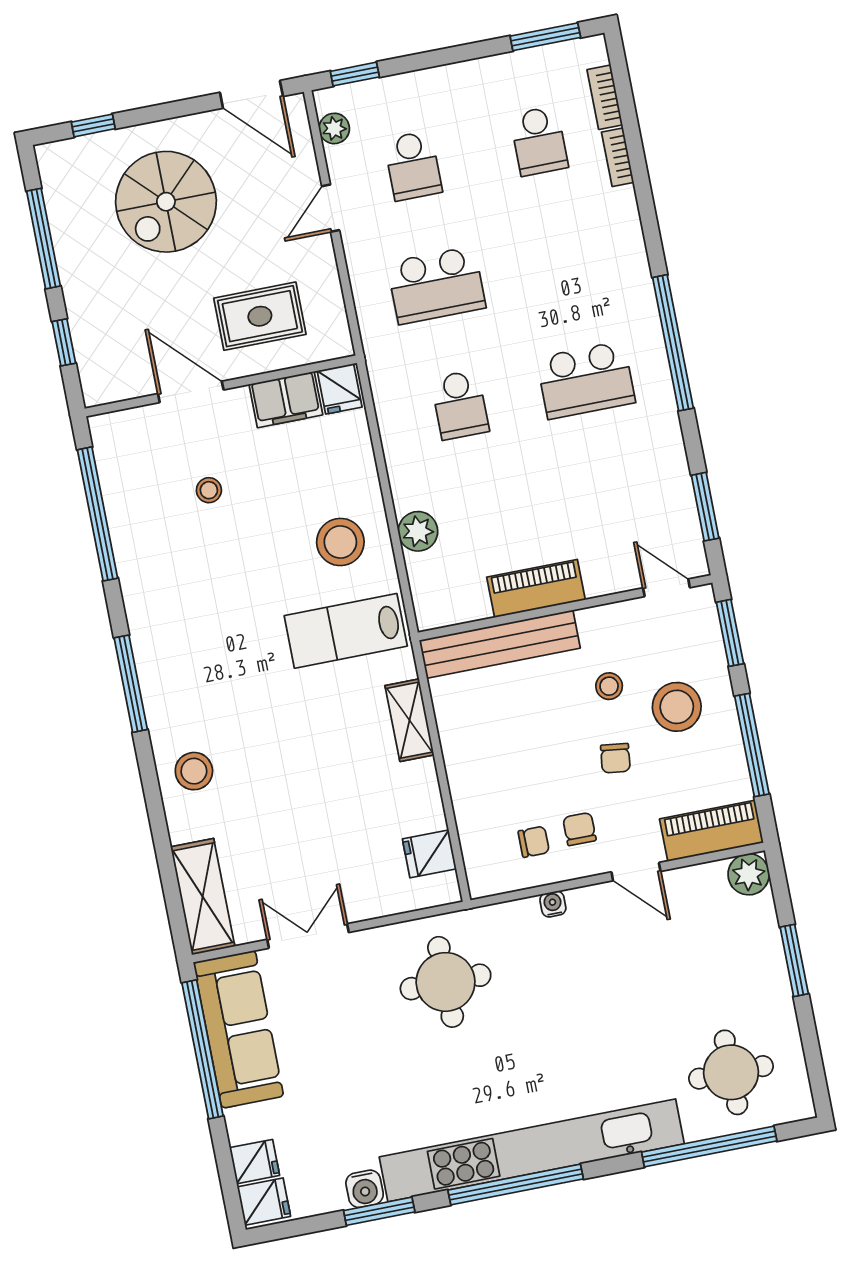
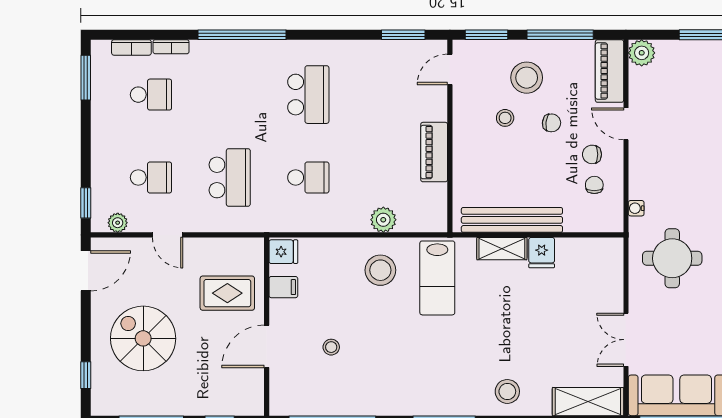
spiral stairs: (166, 202) -> (143, 338), turned 180
rug: (260, 316) -> (227, 293), turned 90
window: (673, 343) -> (242, 35), moved
filing cabinet: (286, 400) -> (283, 287), width x0.50
bench: (500, 644) -> (512, 220), moved, turned 90
fridge: (429, 854) -> (542, 253), moved
door: (636, 872) -> (626, 124), swing flipped
water cooler: (553, 904) -> (636, 208), moved

